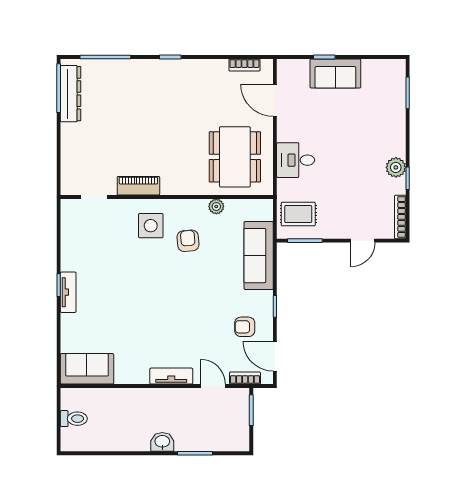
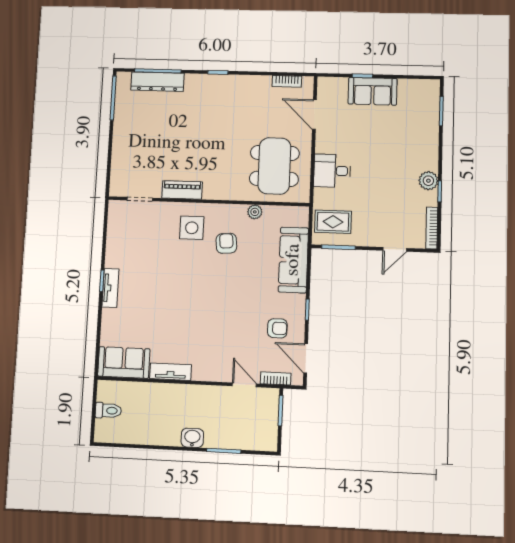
dresser: (71, 94) -> (157, 82), moved, turned 90
armchair: (245, 327) -> (277, 328), turned 180
tv unit: (171, 376) -> (171, 372), moved

